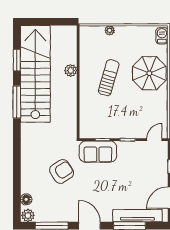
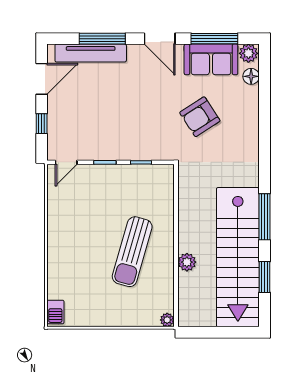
plant: (110, 30) -> (167, 320), moved
parasol: (149, 73) -> (74, 258), removed
sun lounger: (109, 78) -> (132, 252), width x1.36, depth x1.34
sofa: (98, 152) -> (211, 59), moved, turned 180

